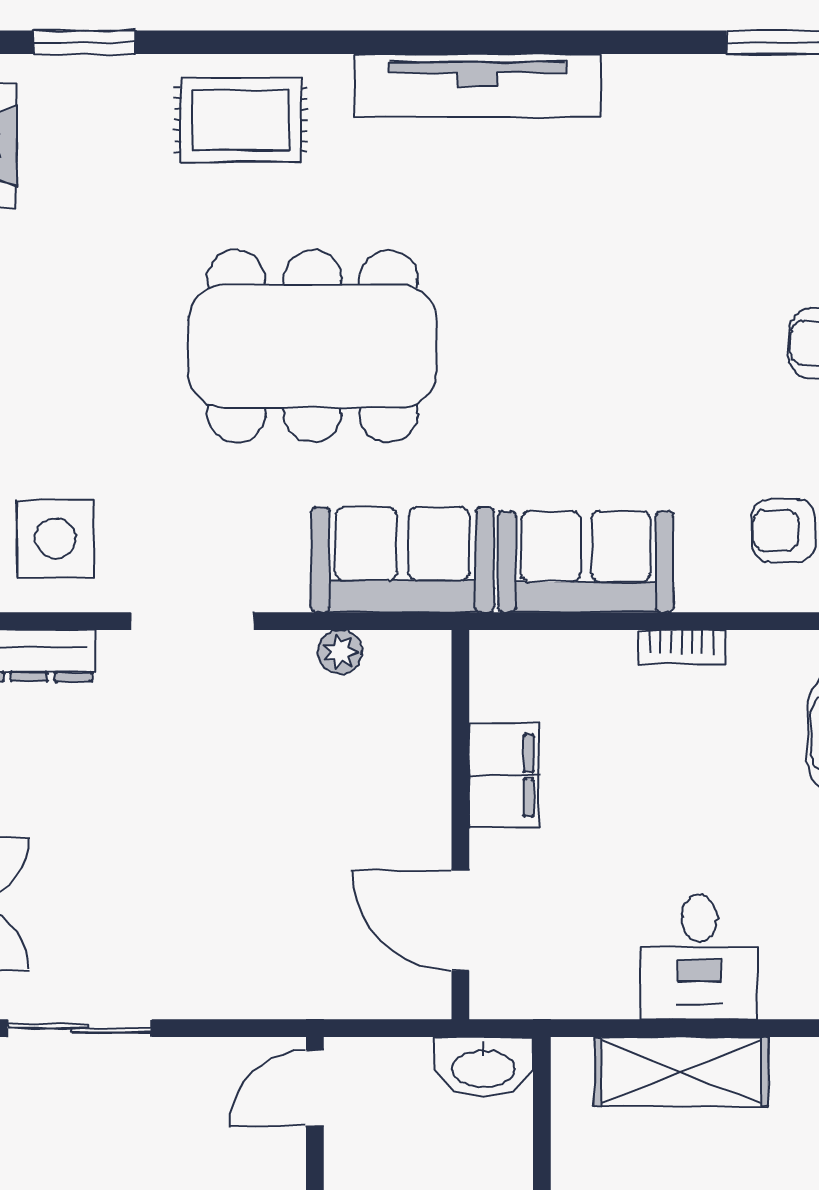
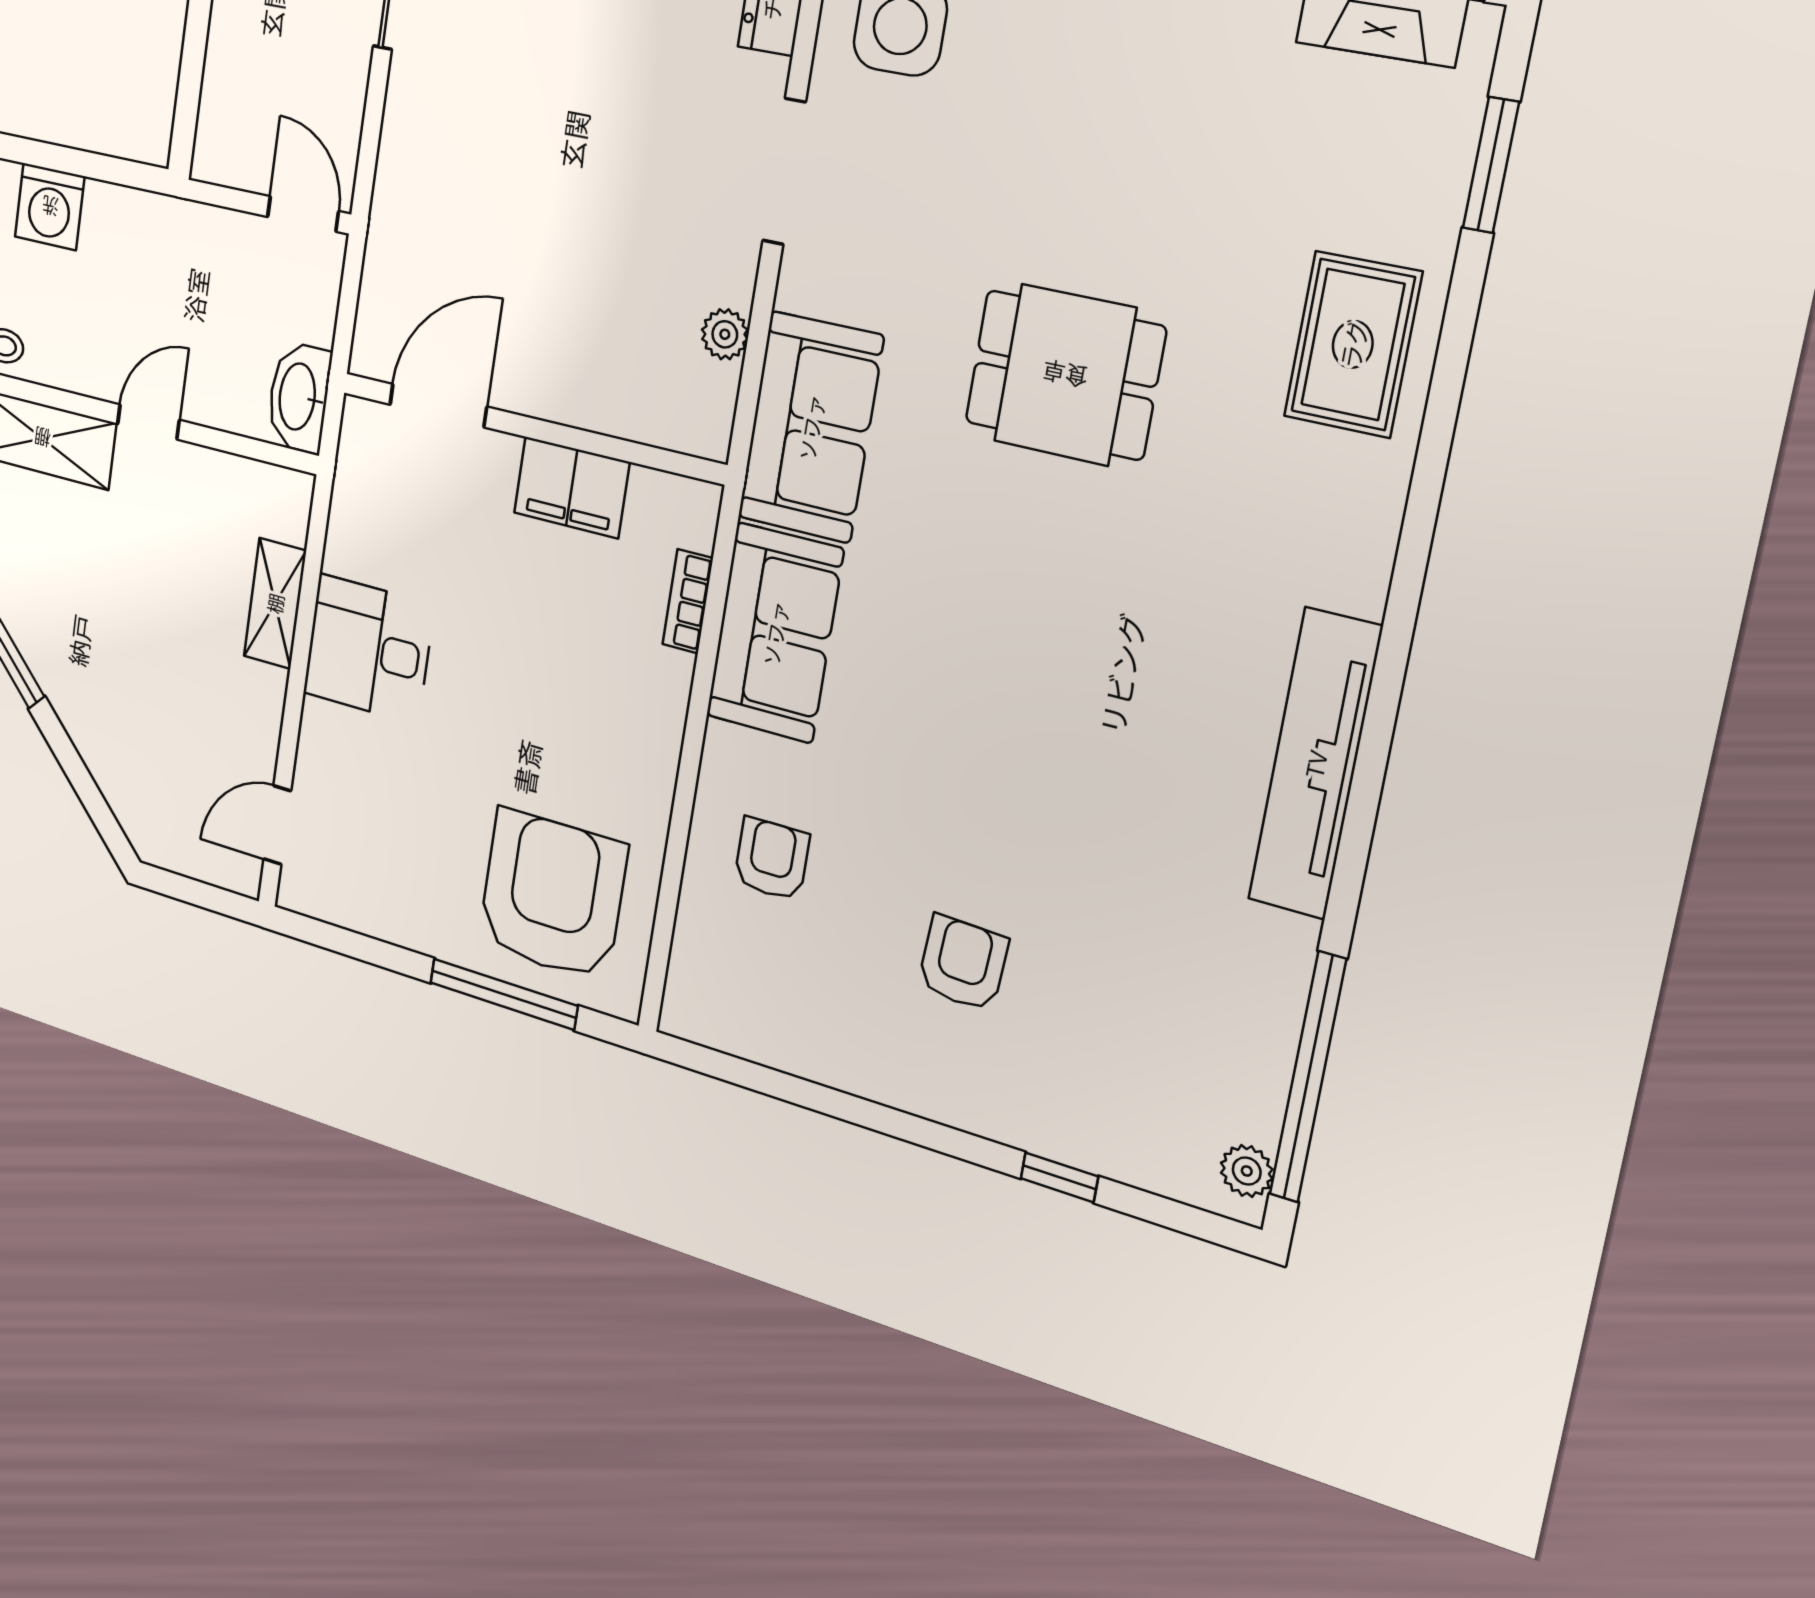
tv unit: (478, 85) -> (1315, 764), moved
dining table: (312, 346) -> (1065, 375), width x0.53, depth x0.80
bookcase: (682, 647) -> (688, 601), moved
shelving: (681, 1072) -> (275, 603), width x0.67, depth x0.75

